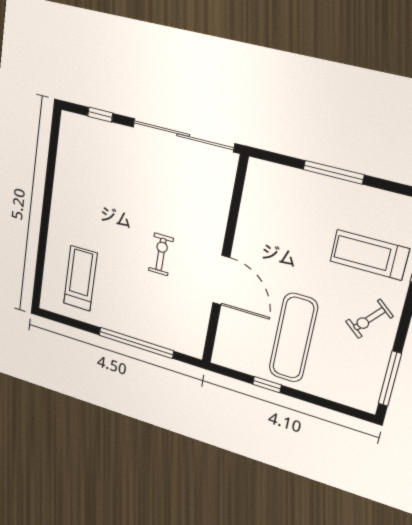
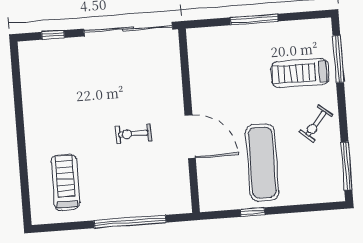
exercise bike: (161, 254) -> (133, 134), turned -90

